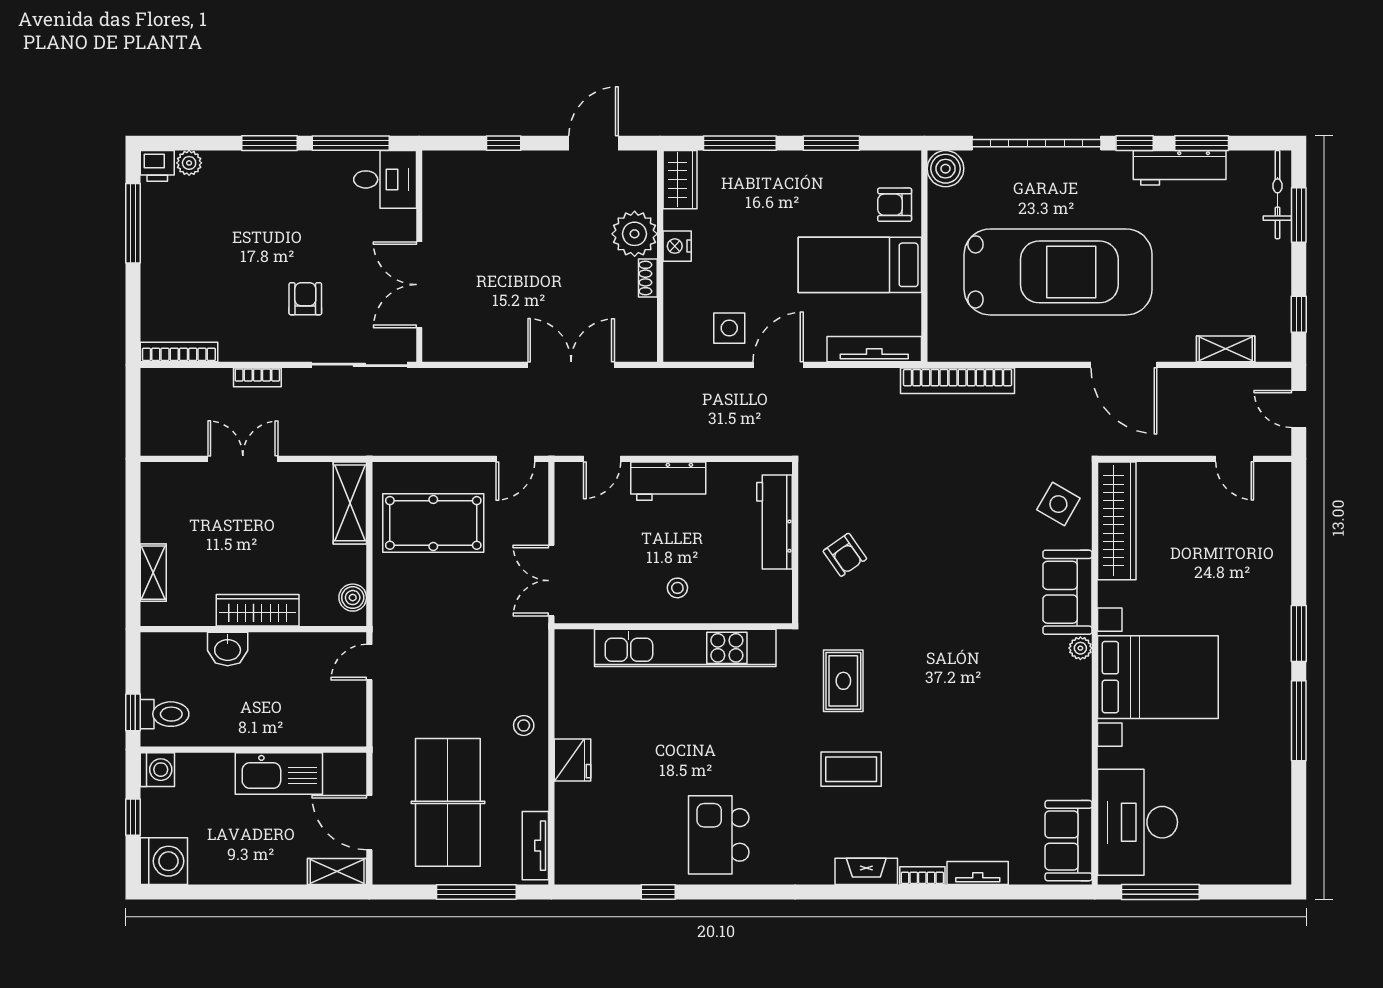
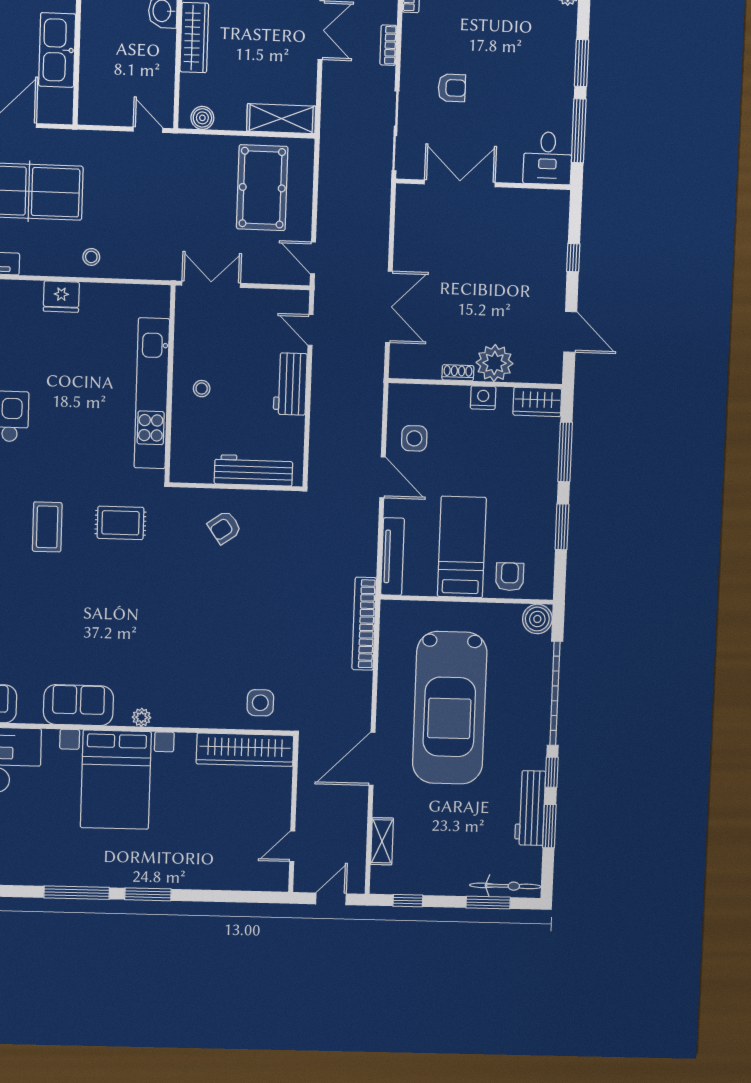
side table: (1058, 504) -> (260, 703), turned -30
sofa: (1067, 592) -> (78, 705), moved

